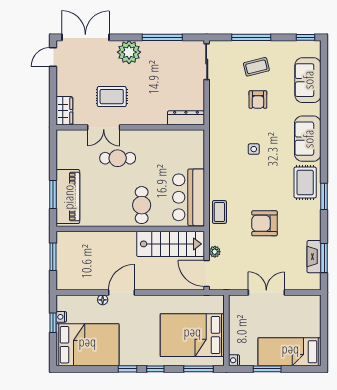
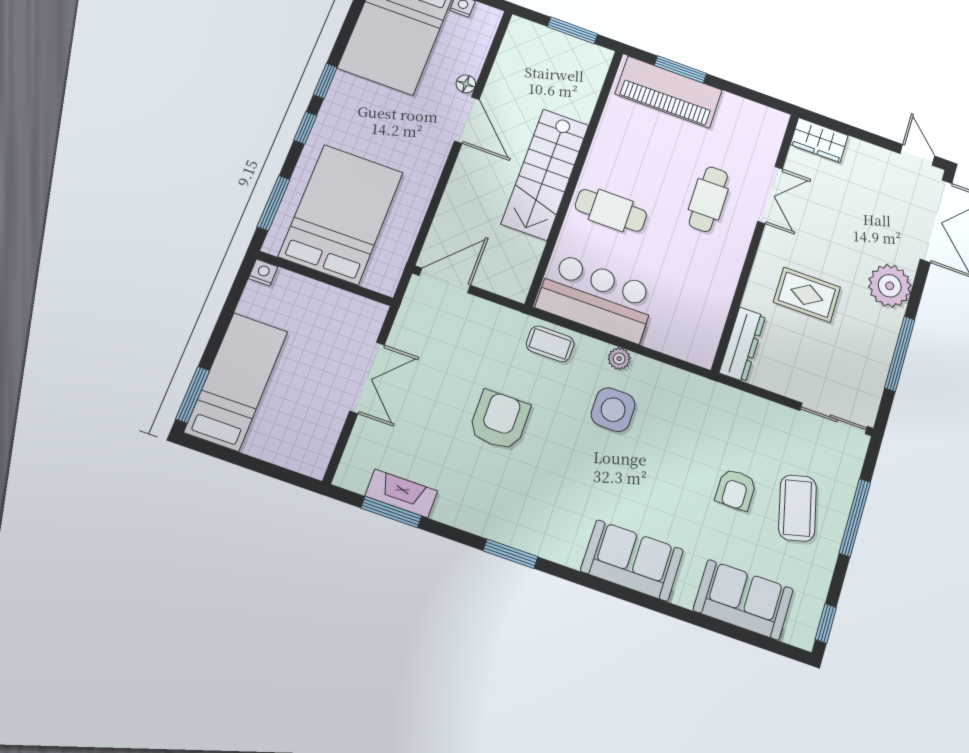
coffee table: (256, 67) -> (797, 508), width x1.36, depth x1.30
rug: (112, 97) -> (807, 295), moved, turned 90
armchair: (258, 100) -> (736, 490), turned -90
double door: (104, 127) -> (770, 195), swing flipped
side table: (254, 149) -> (613, 410), moved, width x1.87, depth x1.87
rug: (305, 182) -> (550, 526), removed
stairs: (171, 244) -> (545, 174), moved
plant: (215, 252) -> (619, 359), moved
window: (267, 369) -> (193, 395), moved

